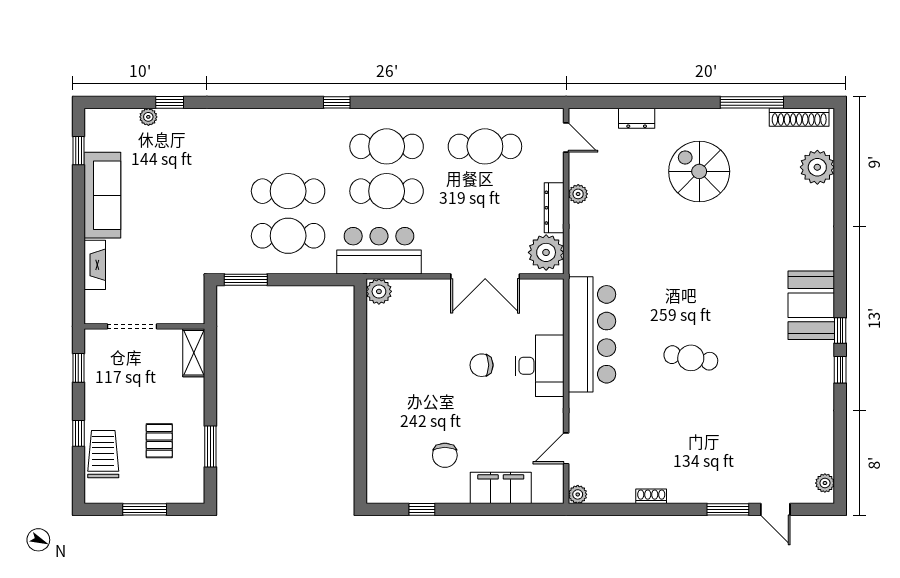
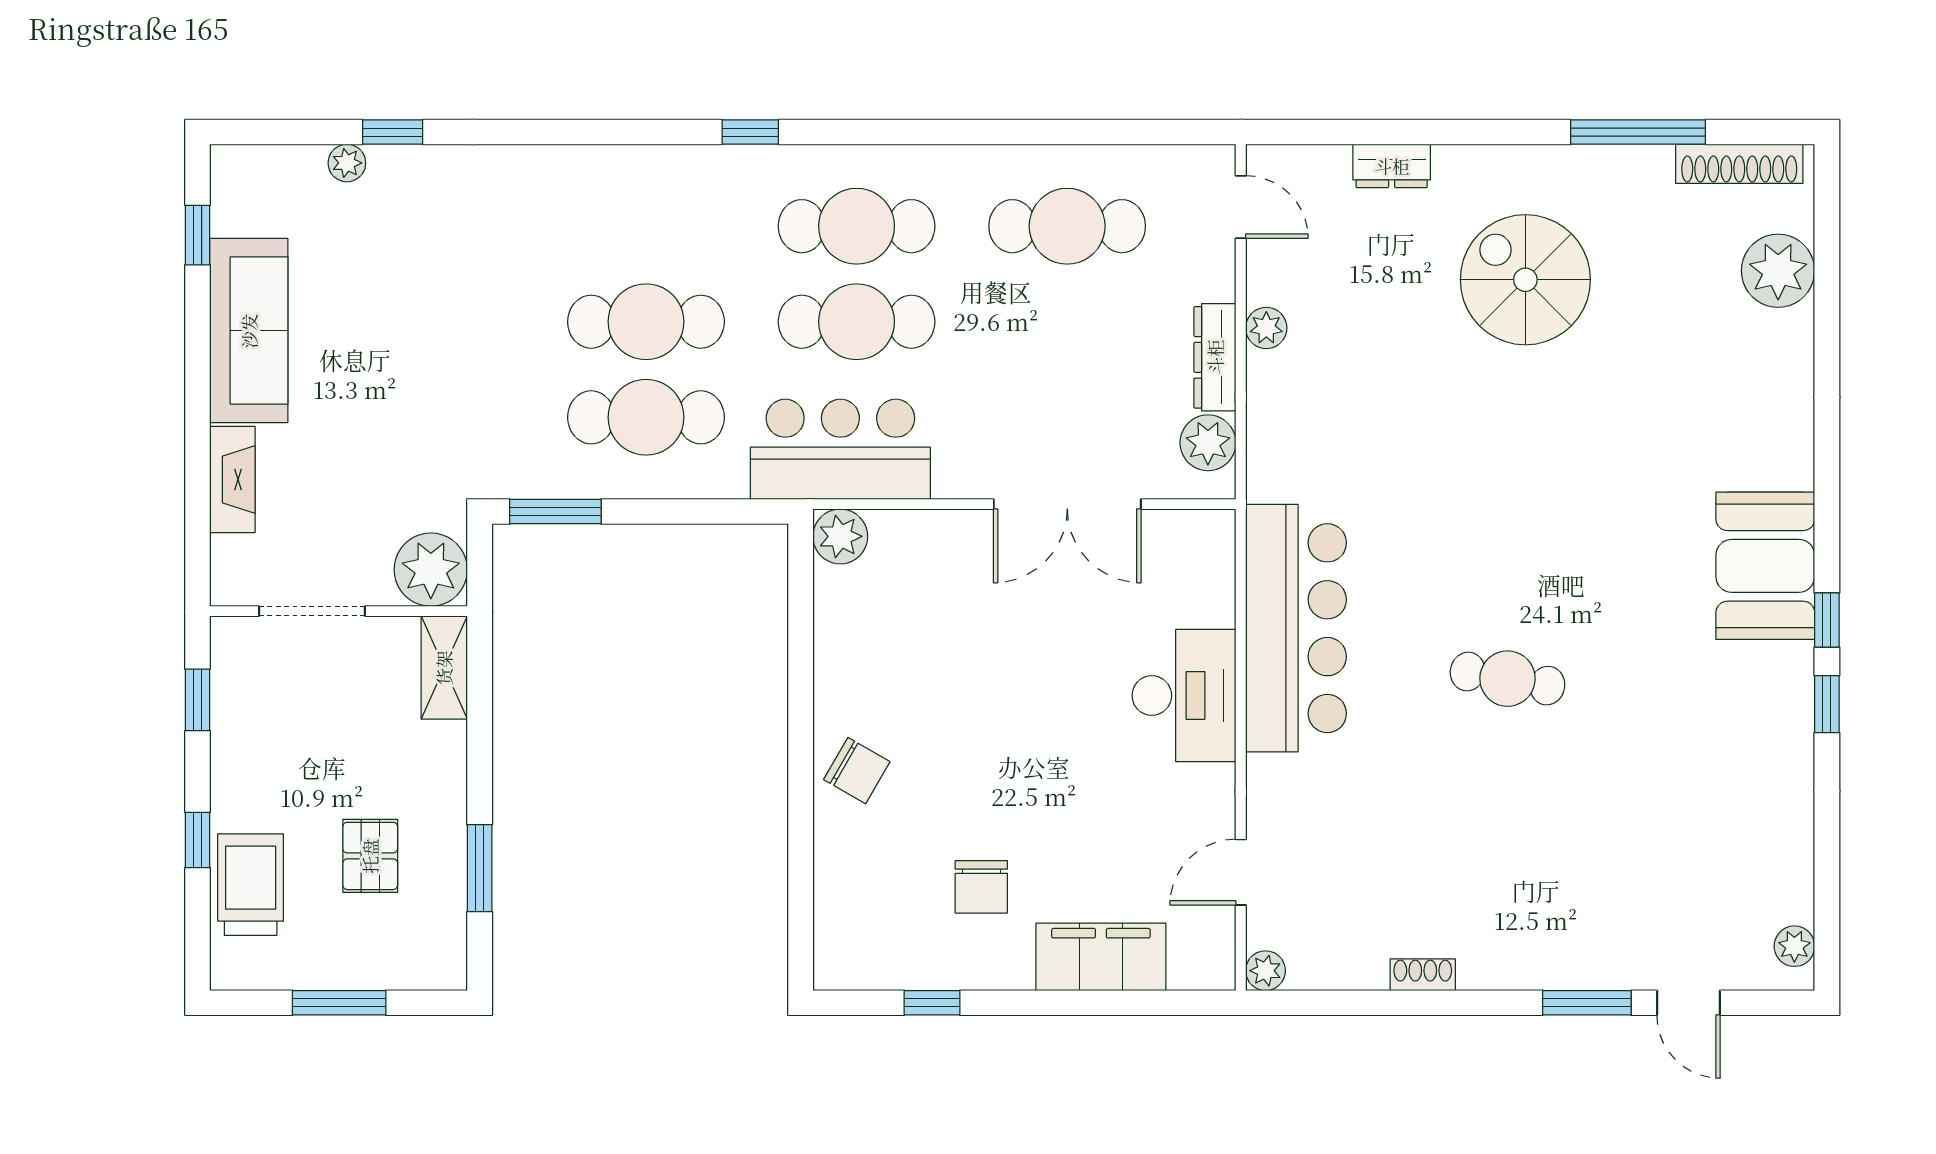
plant: (546, 252) -> (1208, 443), width x0.73, depth x0.73
plant: (188, 307) -> (431, 570), added
chair: (482, 365) -> (857, 771), moved, turned -150

